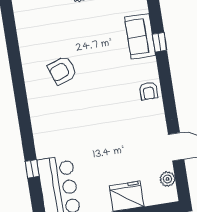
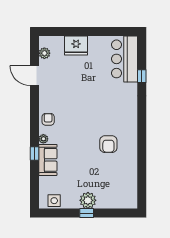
plant: (151, 64) -> (43, 139), added
armchair: (62, 71) -> (108, 144), turned 109

